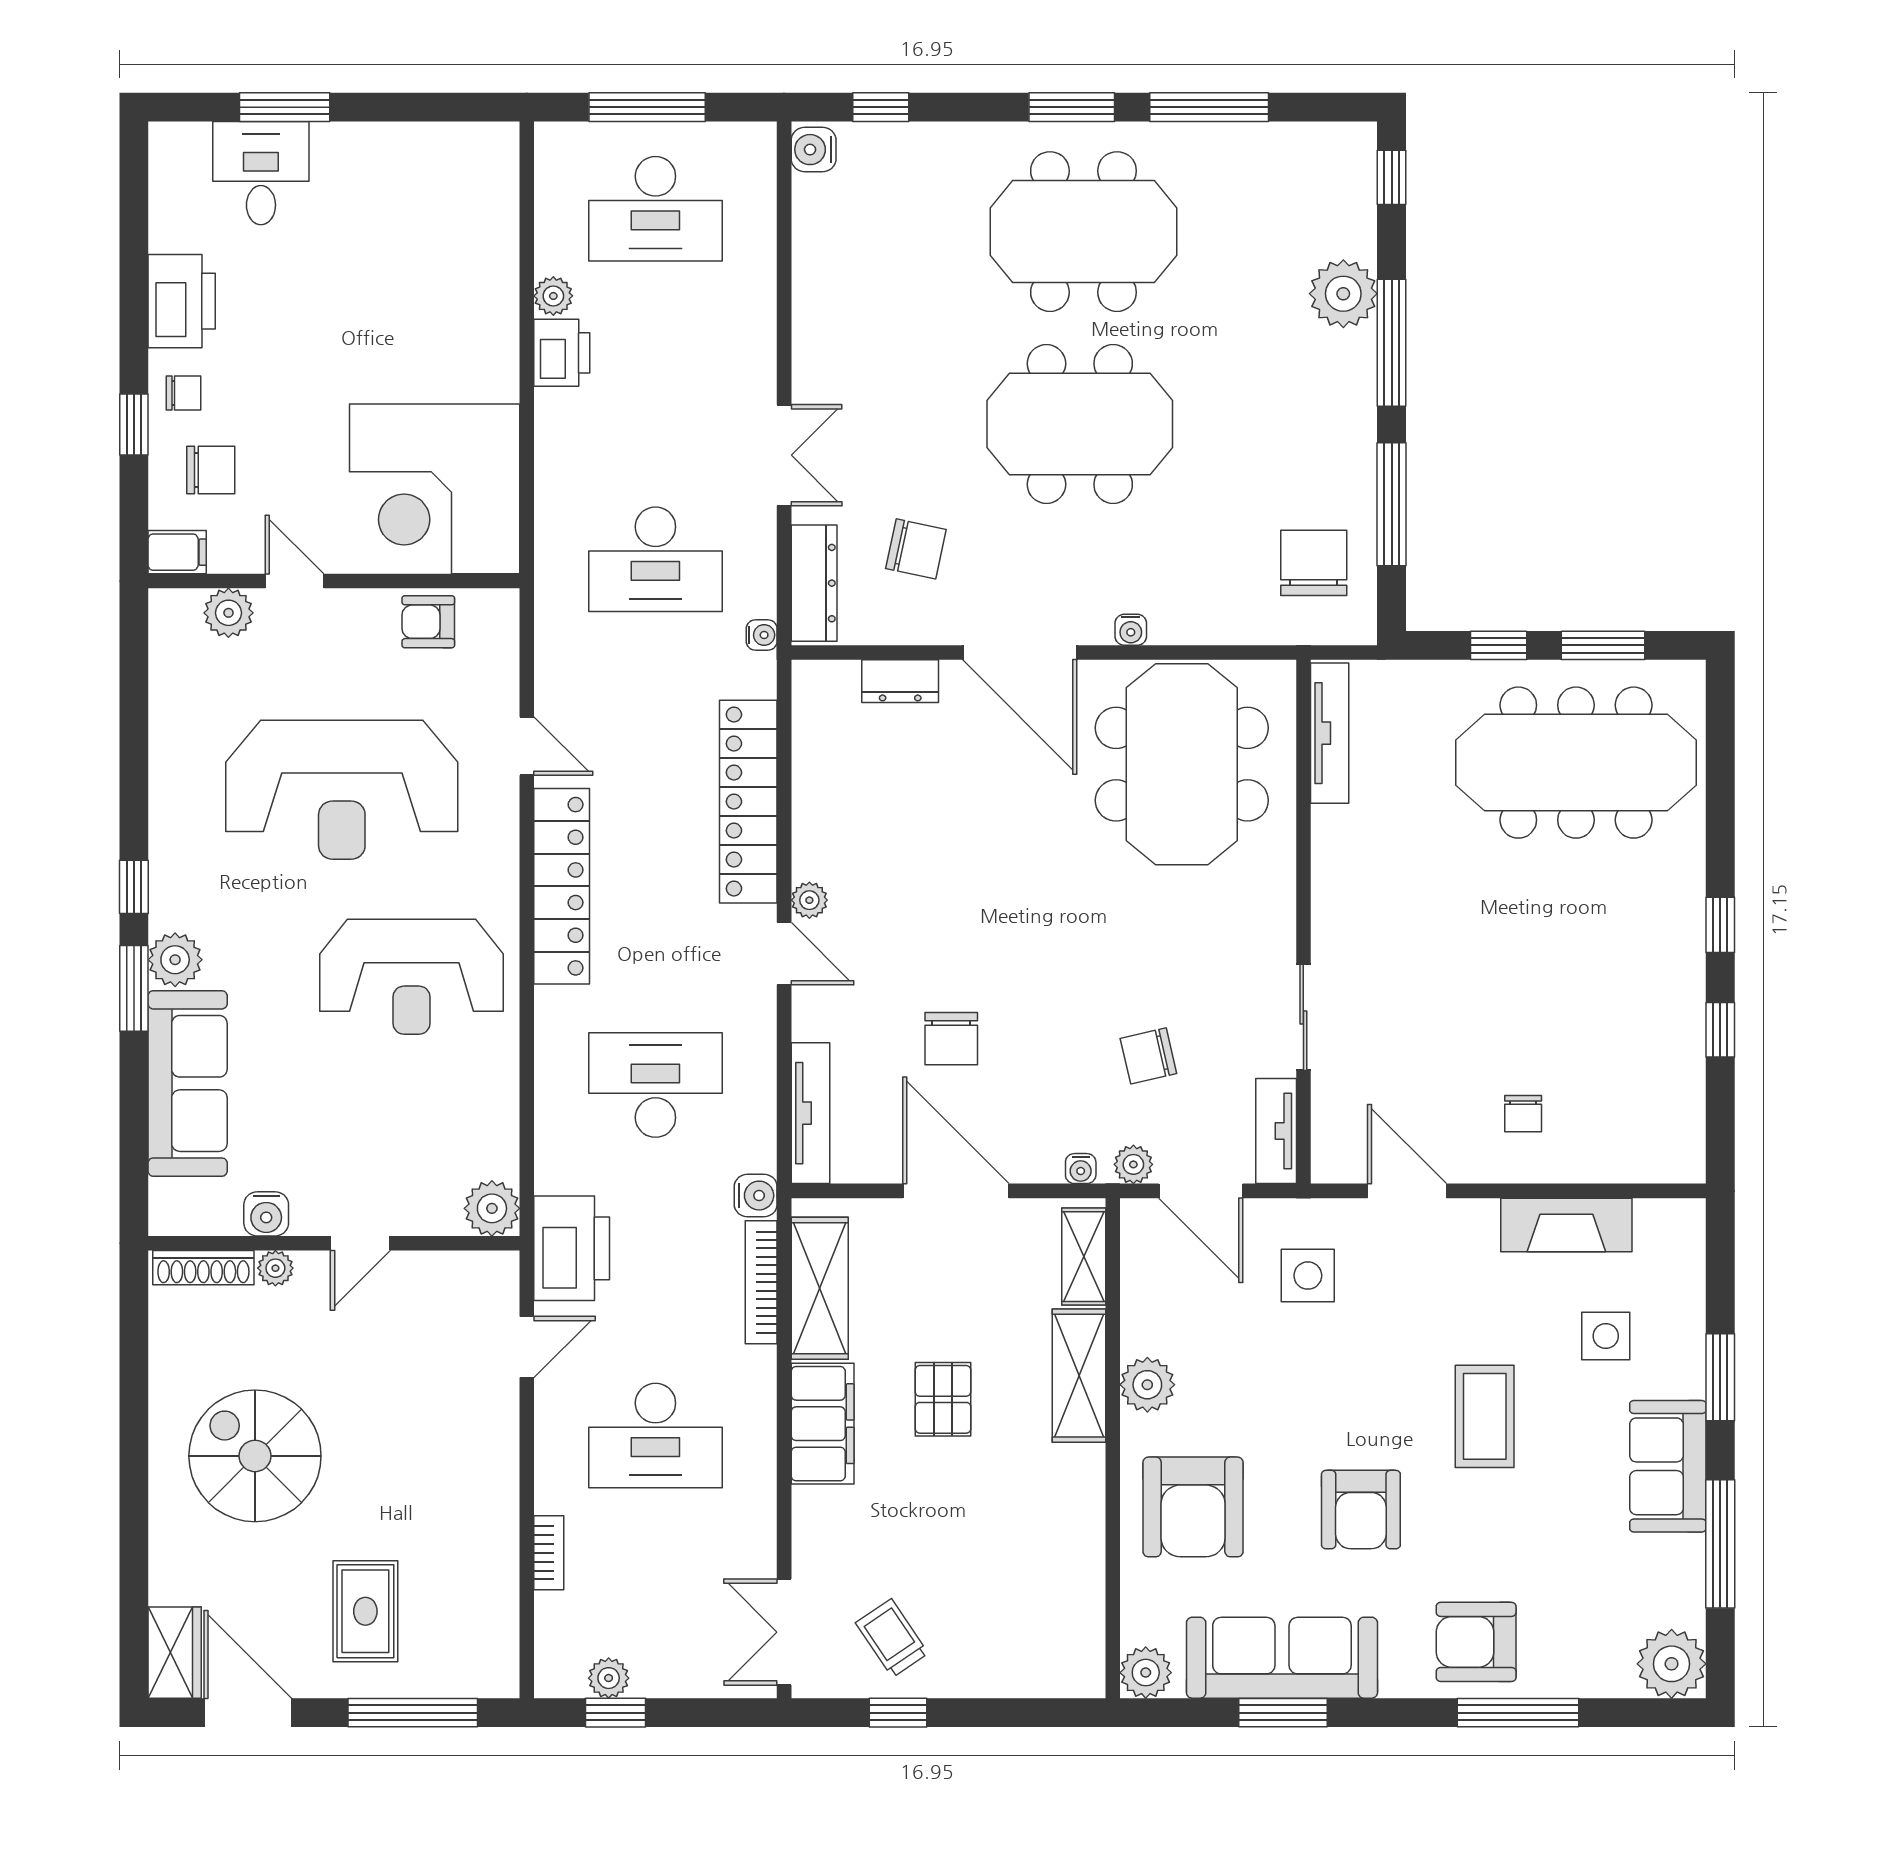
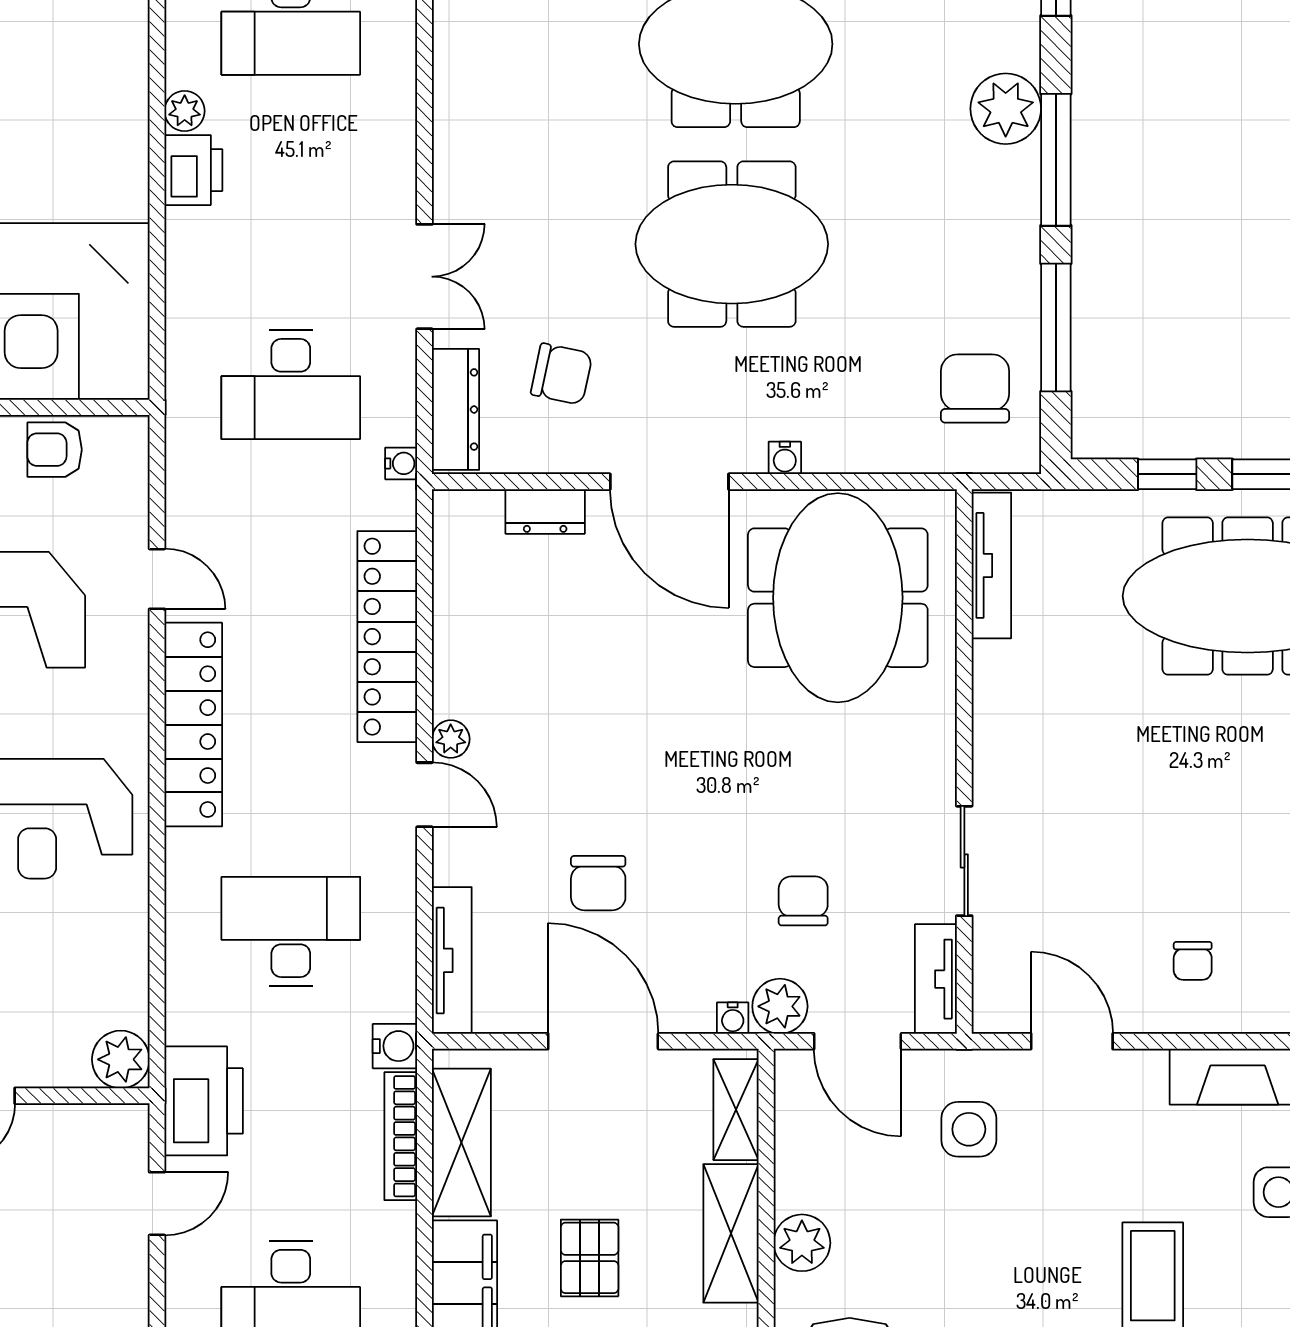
chair: (1148, 1056) -> (803, 901), turned 103
plant: (1133, 1164) -> (780, 1006), width x1.38, depth x1.38

